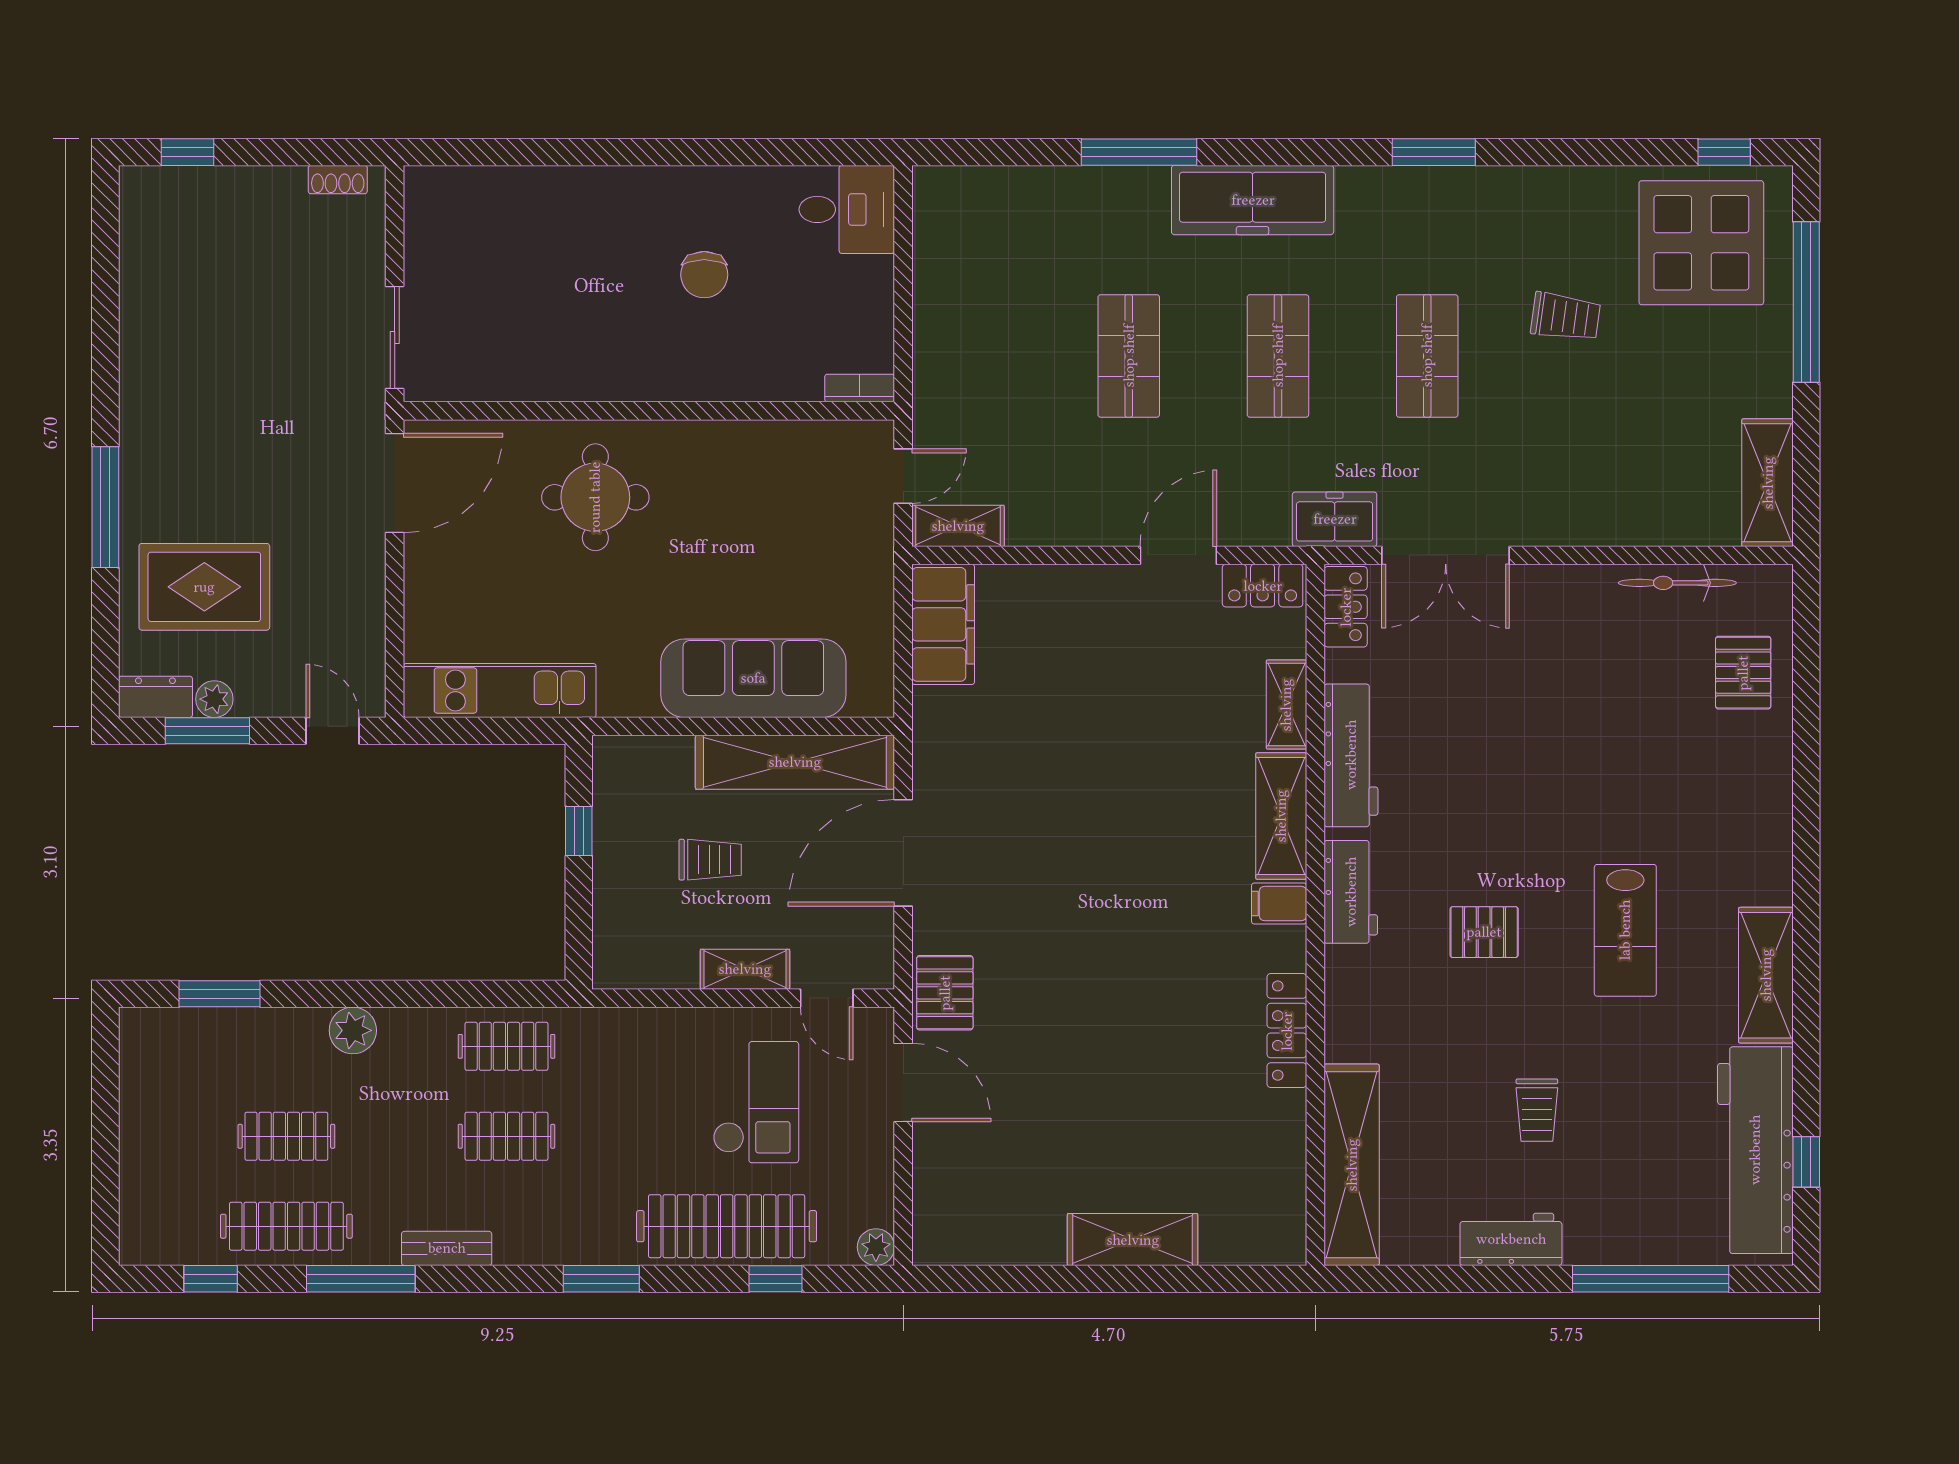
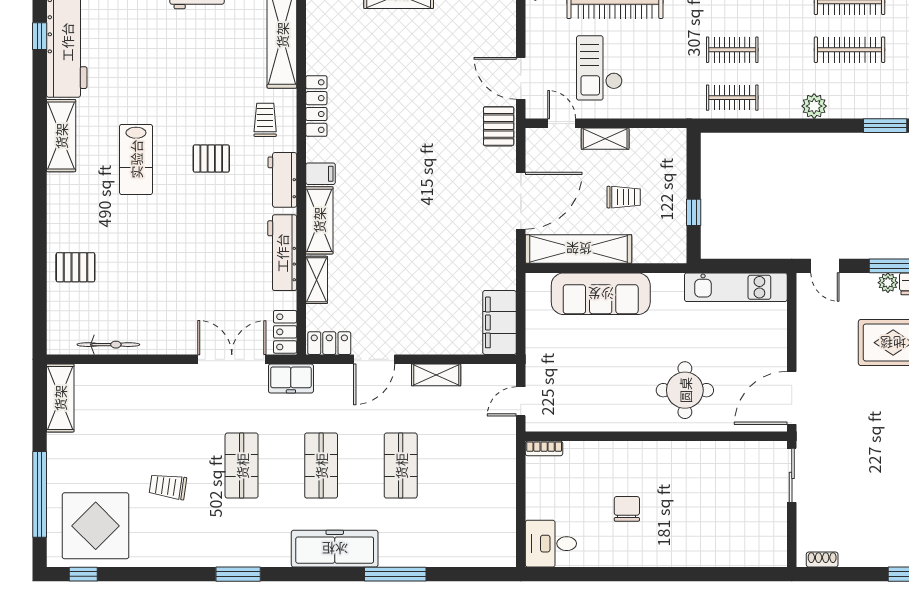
shelving: (958, 526) -> (436, 375), moved
pallet: (1743, 673) -> (75, 267), moved, turned 90
trolley: (710, 860) -> (624, 197), turned 180
lab bench: (1625, 930) -> (136, 159), turned 180
trolley: (1537, 1110) -> (265, 120), moved
clothes rail: (286, 1136) -> (850, 50), width x1.36

